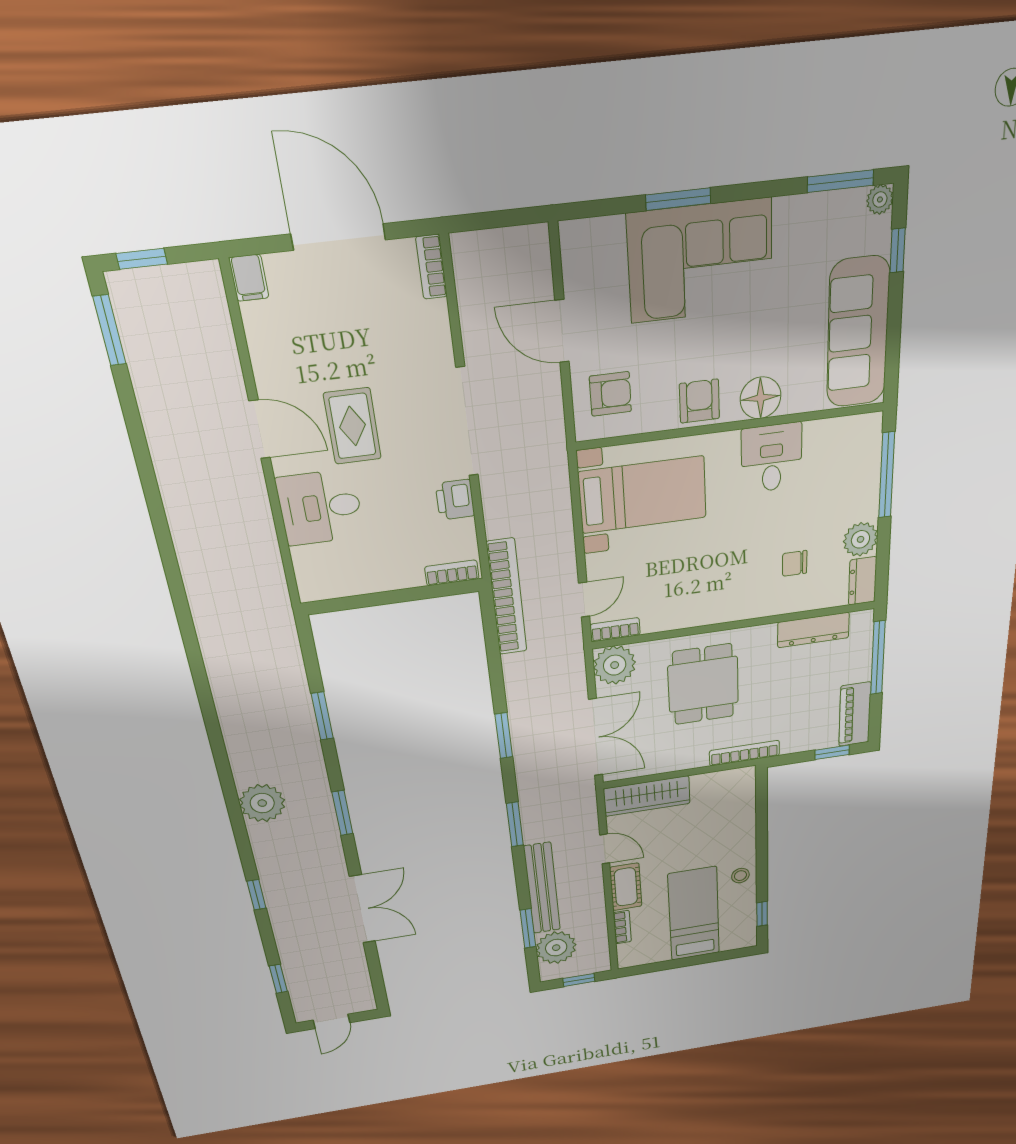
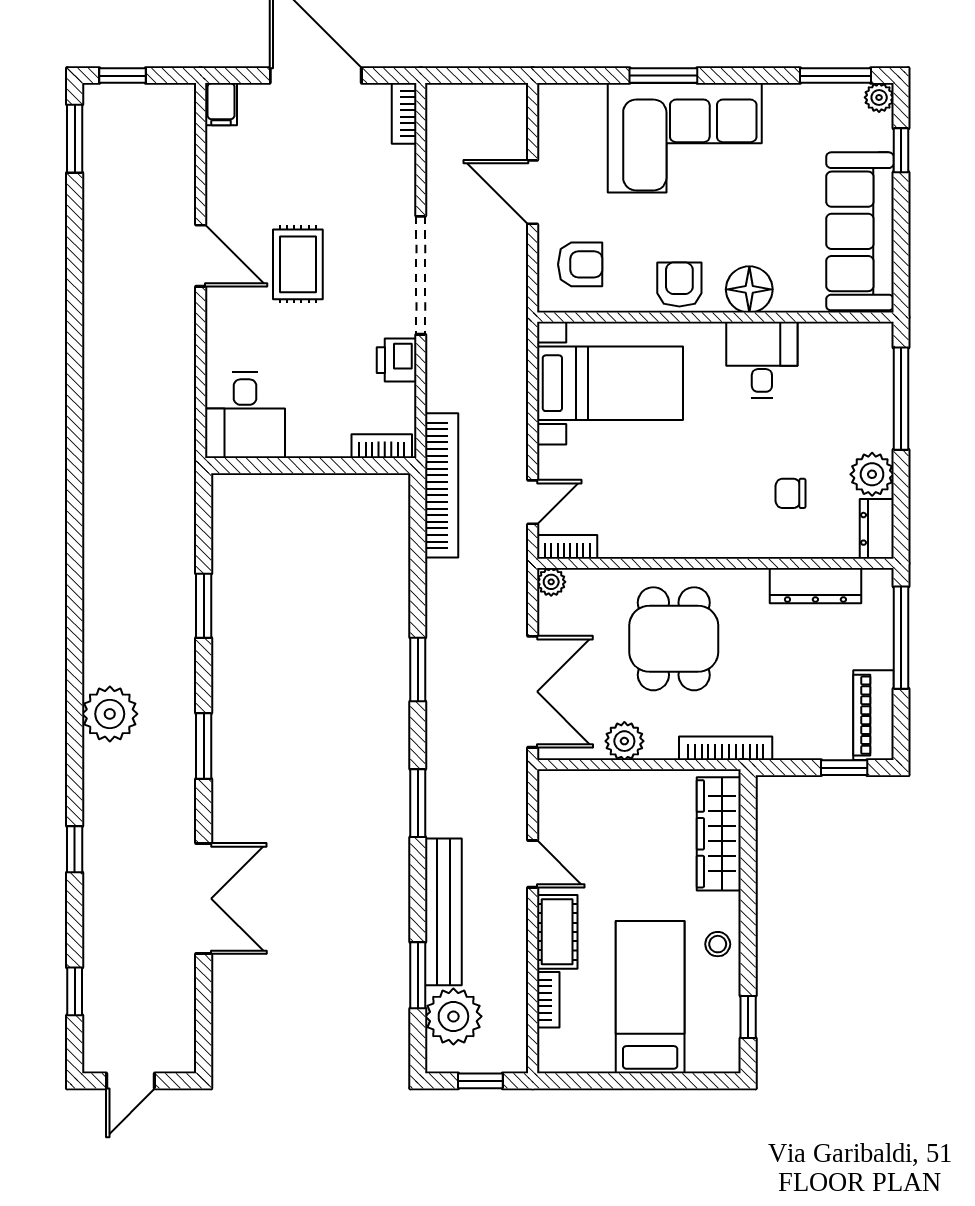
desk: (320, 508) -> (245, 415), moved, turned -90
plant: (615, 665) -> (551, 582), width x0.53, depth x0.53
plant: (668, 760) -> (624, 741), added
wardrobe: (647, 796) -> (719, 834), moved, turned 90

